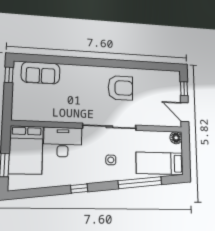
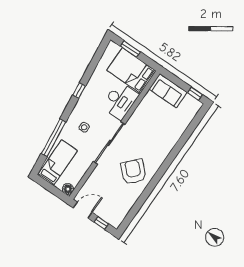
sofa: (41, 73) -> (168, 91), moved, turned -90
armchair: (120, 88) -> (133, 172), turned 134

